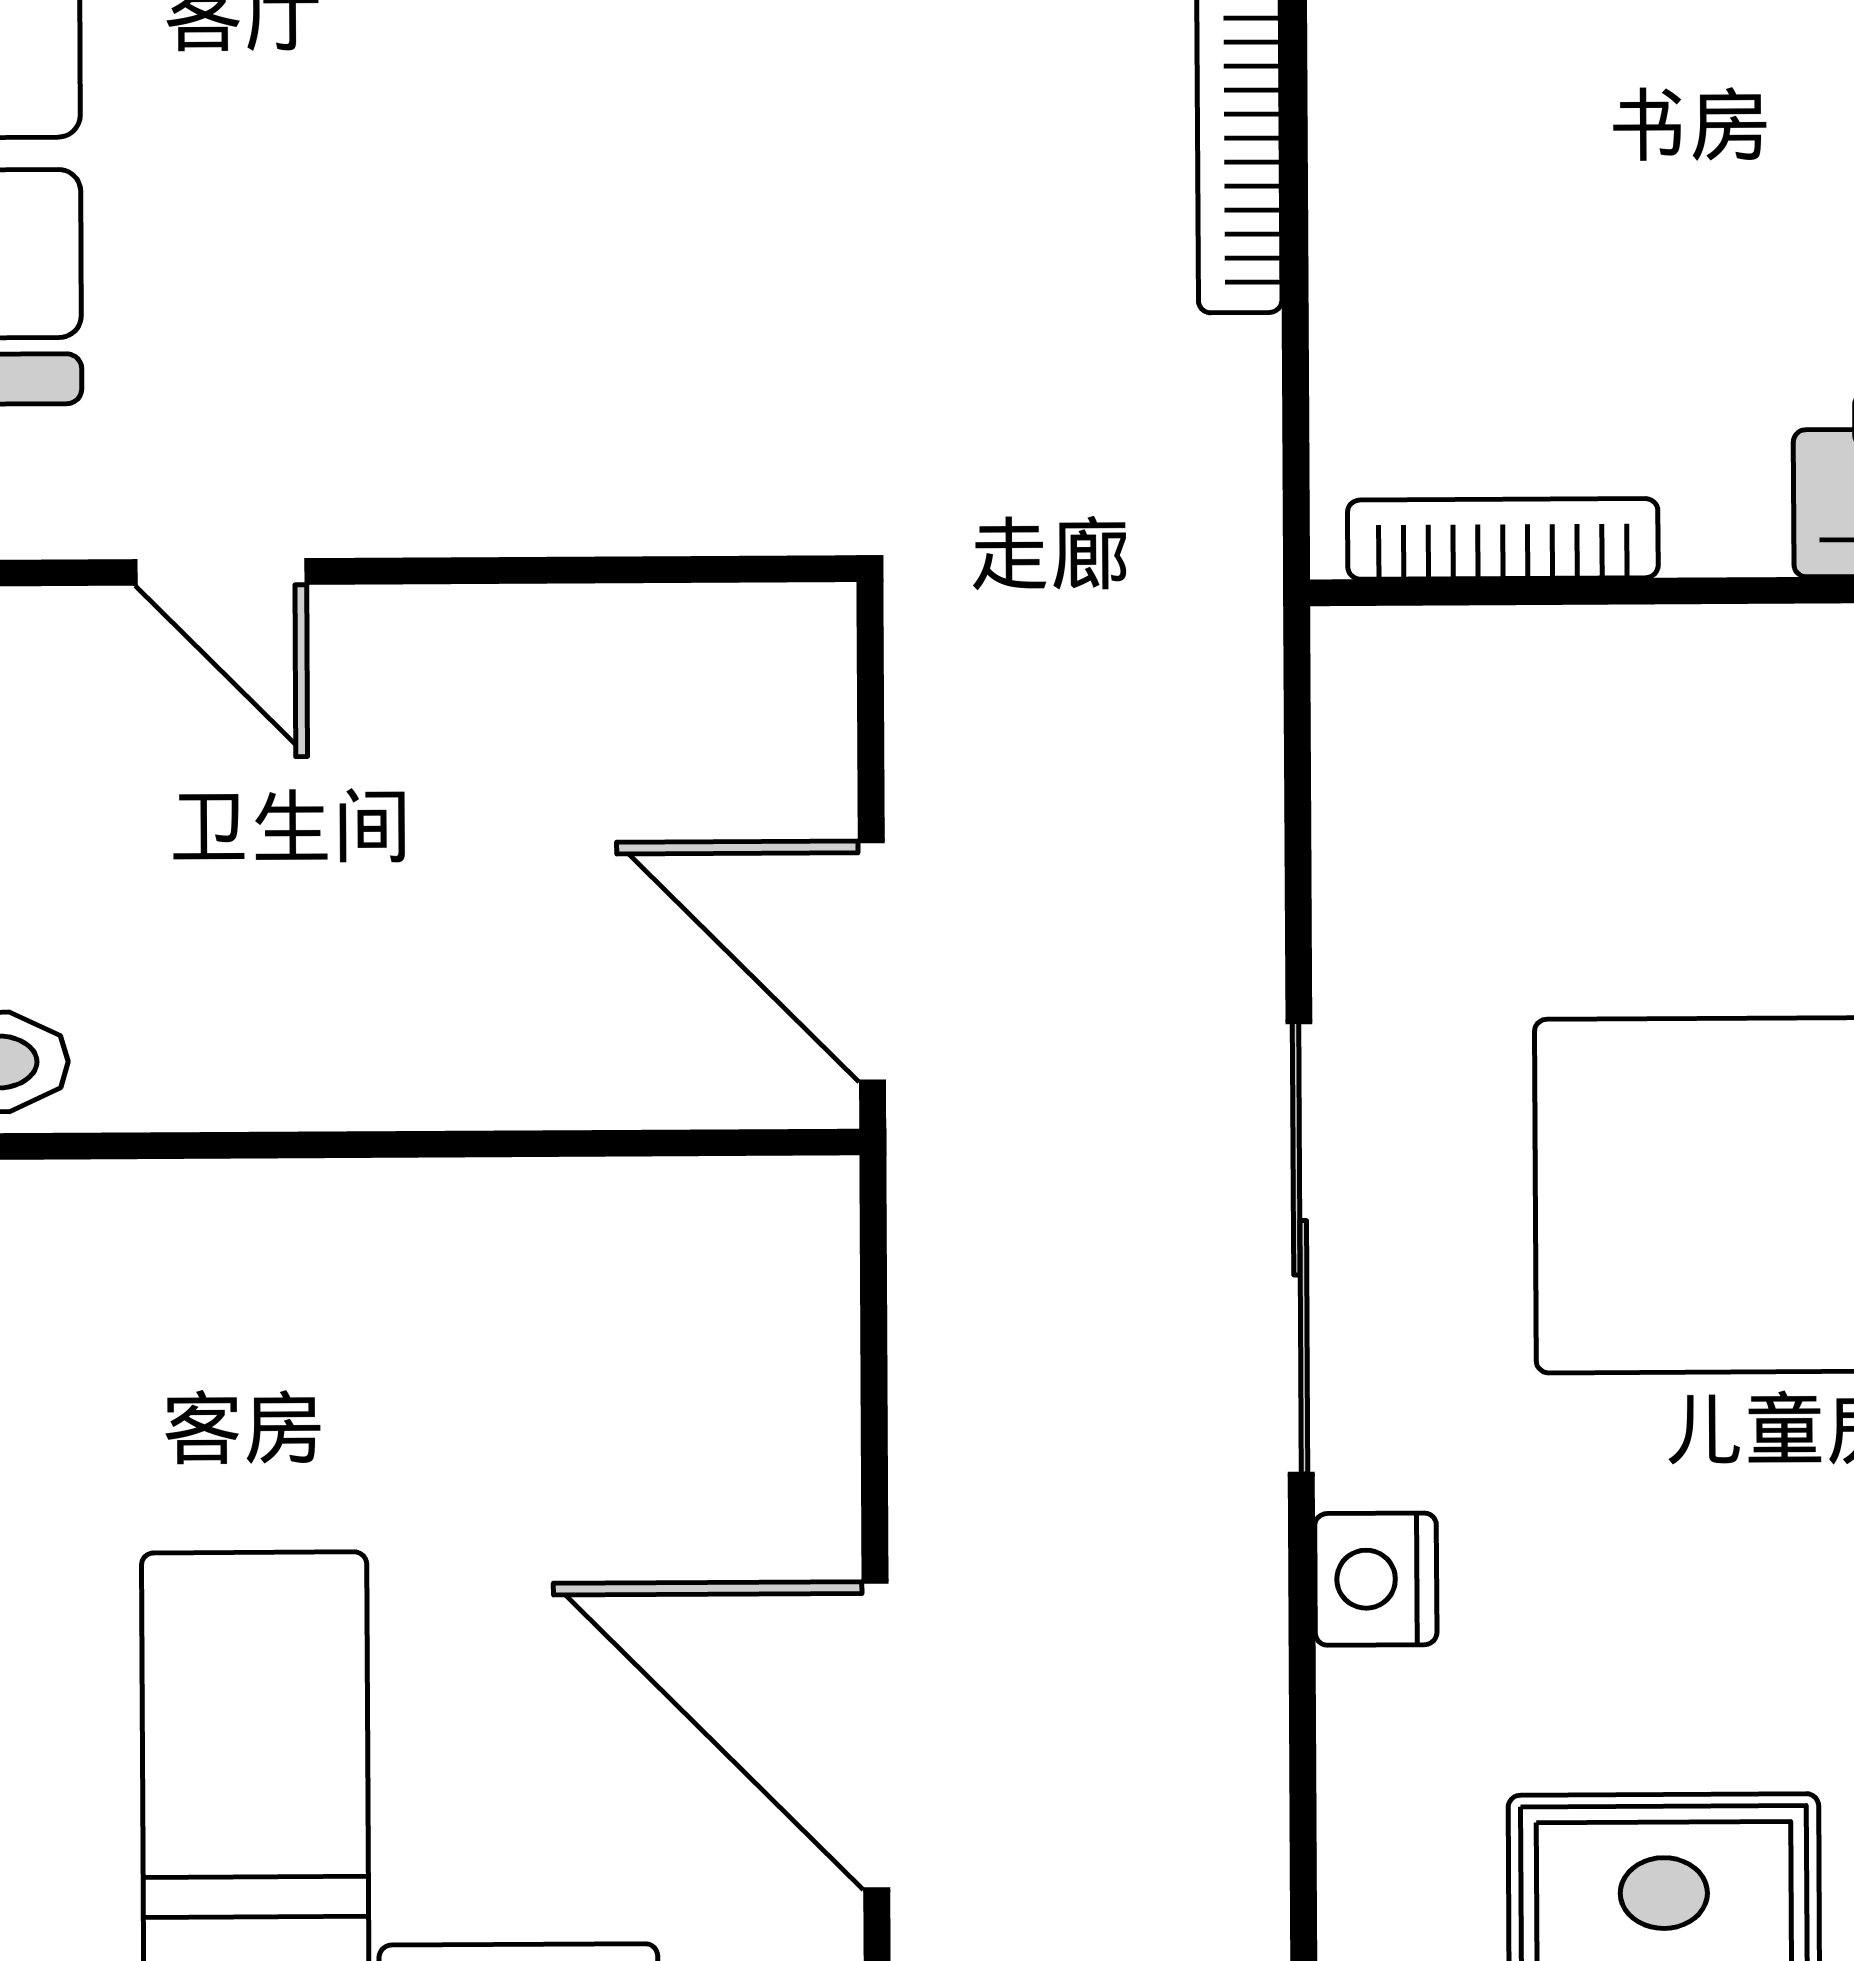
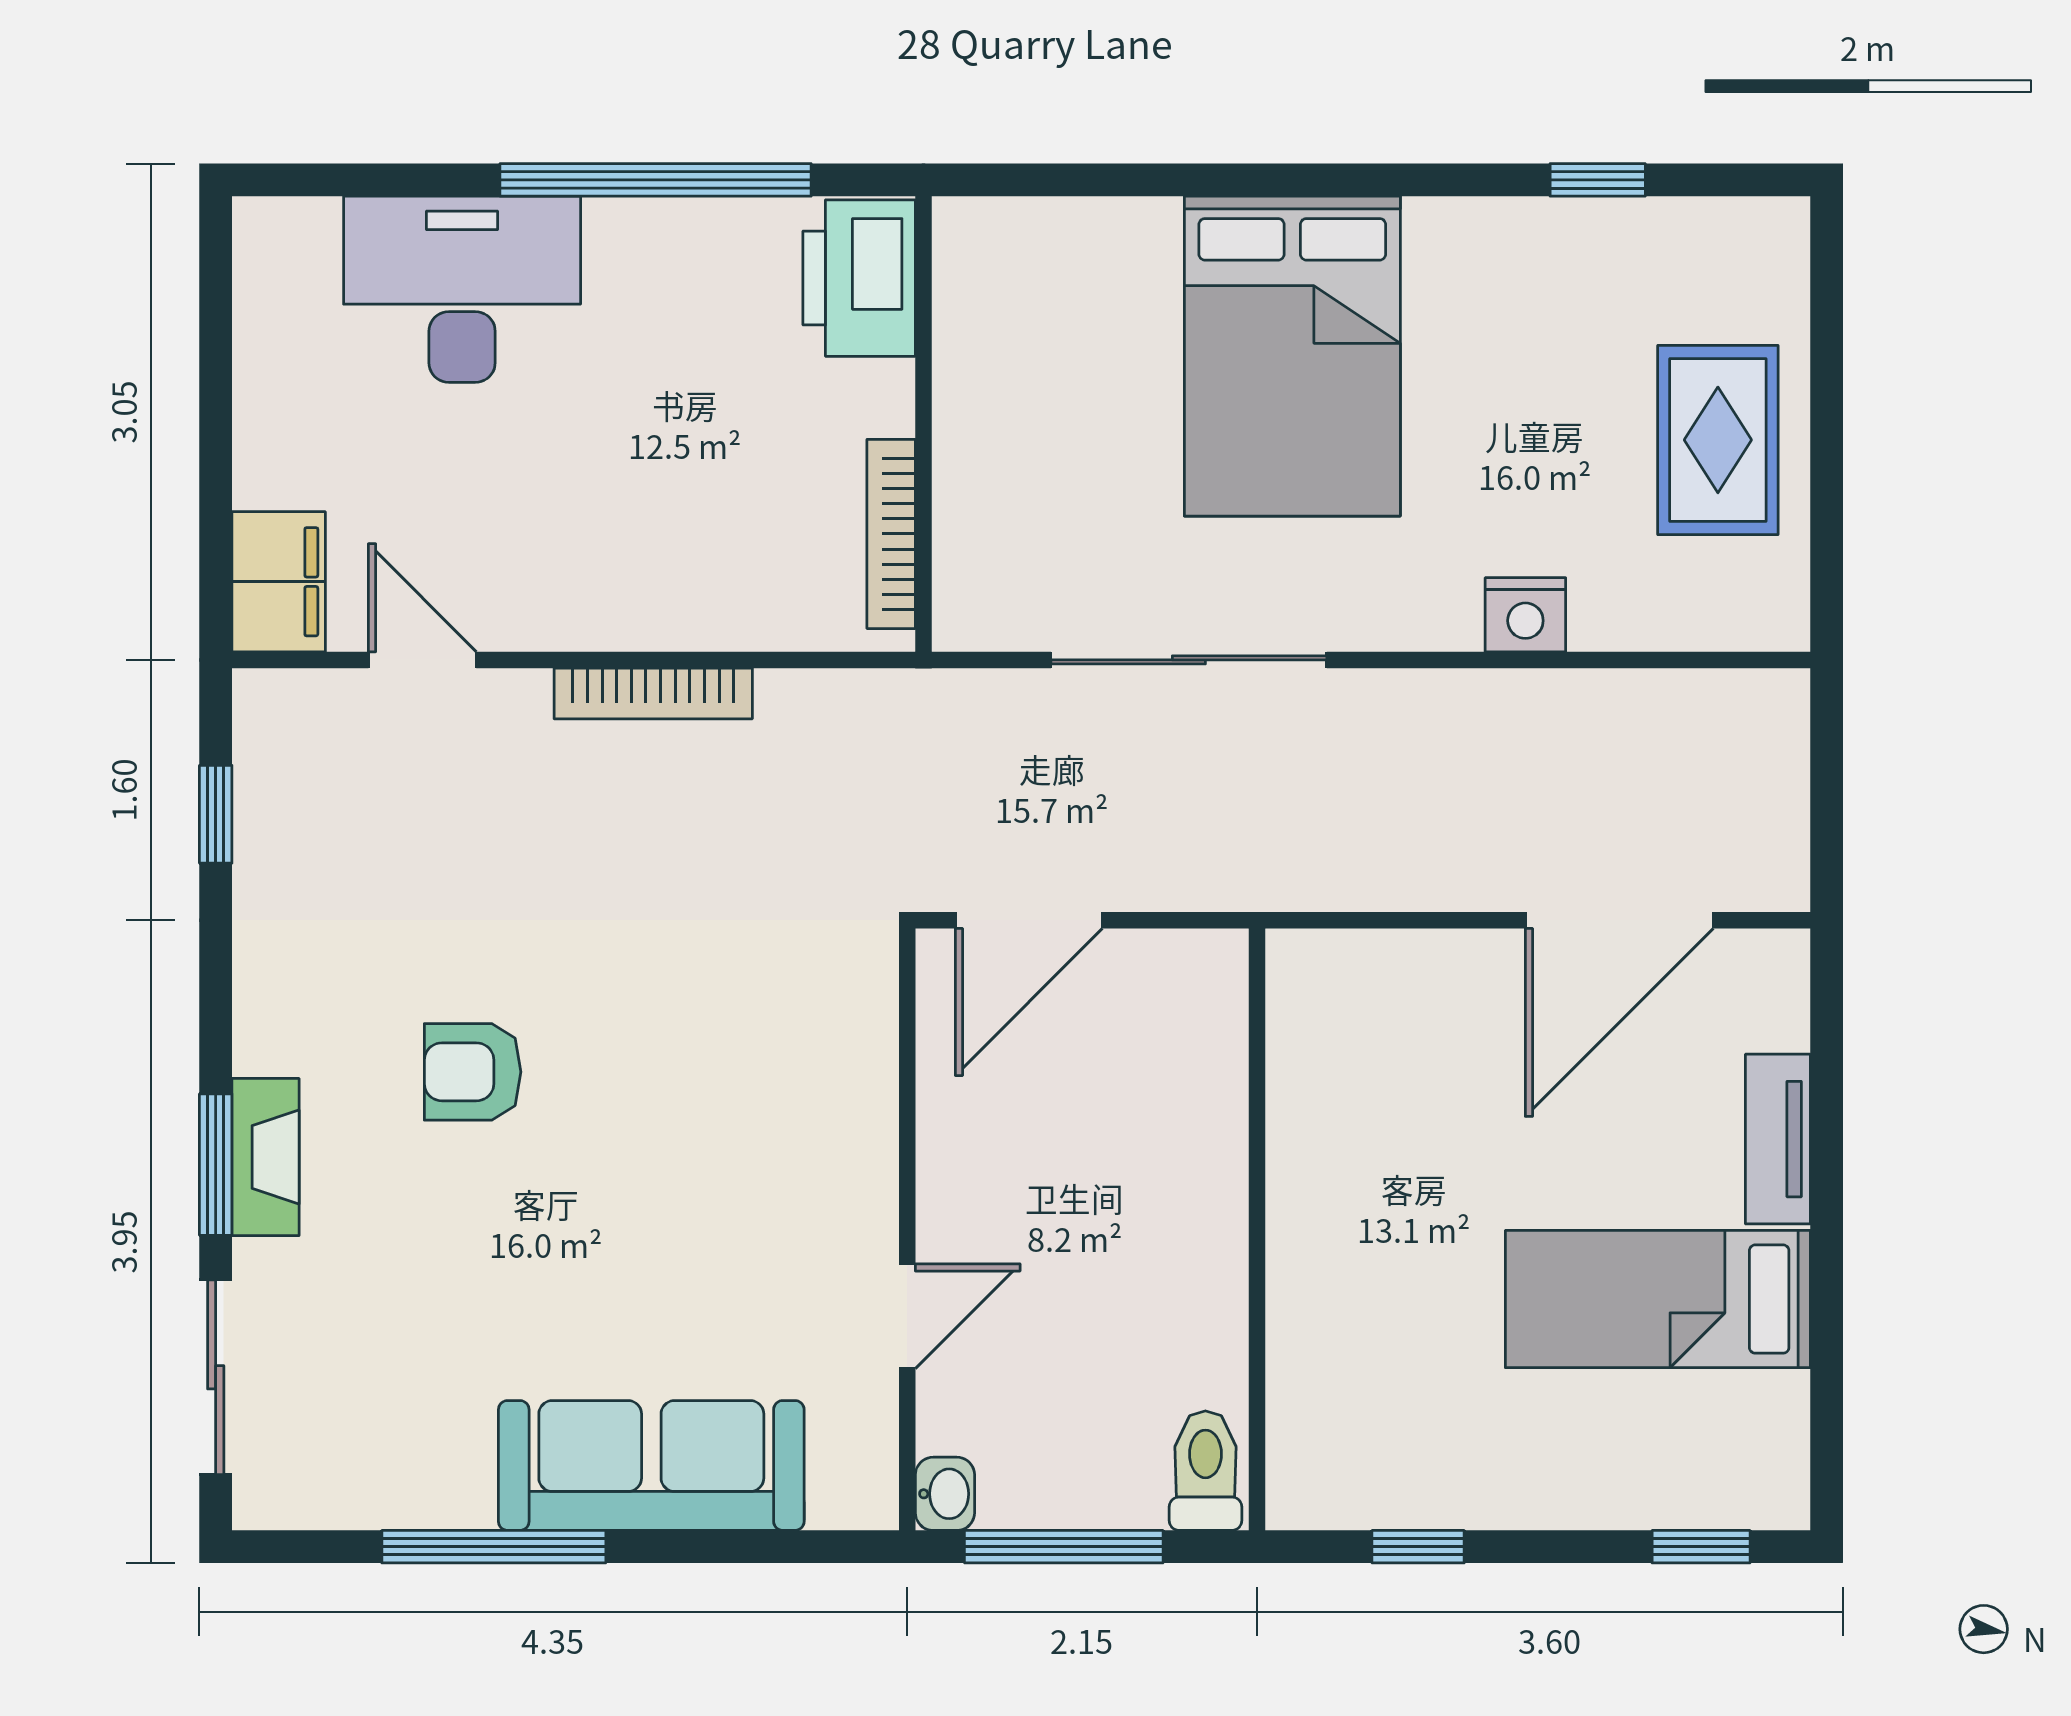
door: (872, 961) -> (1029, 920), moved
sliding door: (1300, 1248) -> (1189, 660), moved

